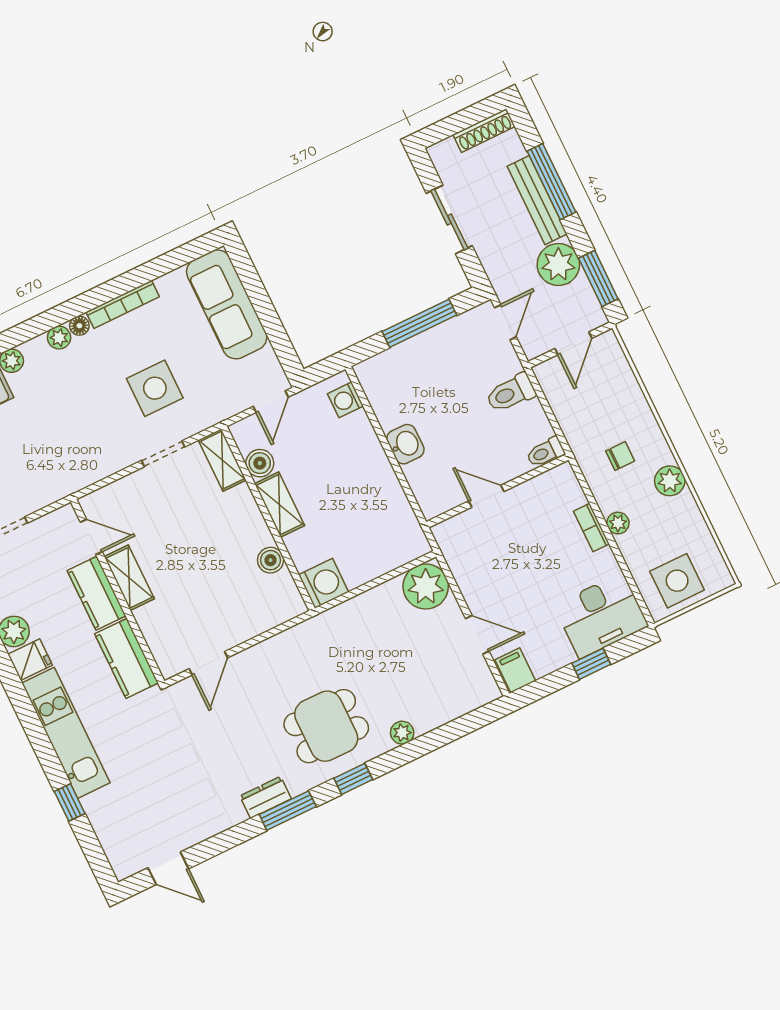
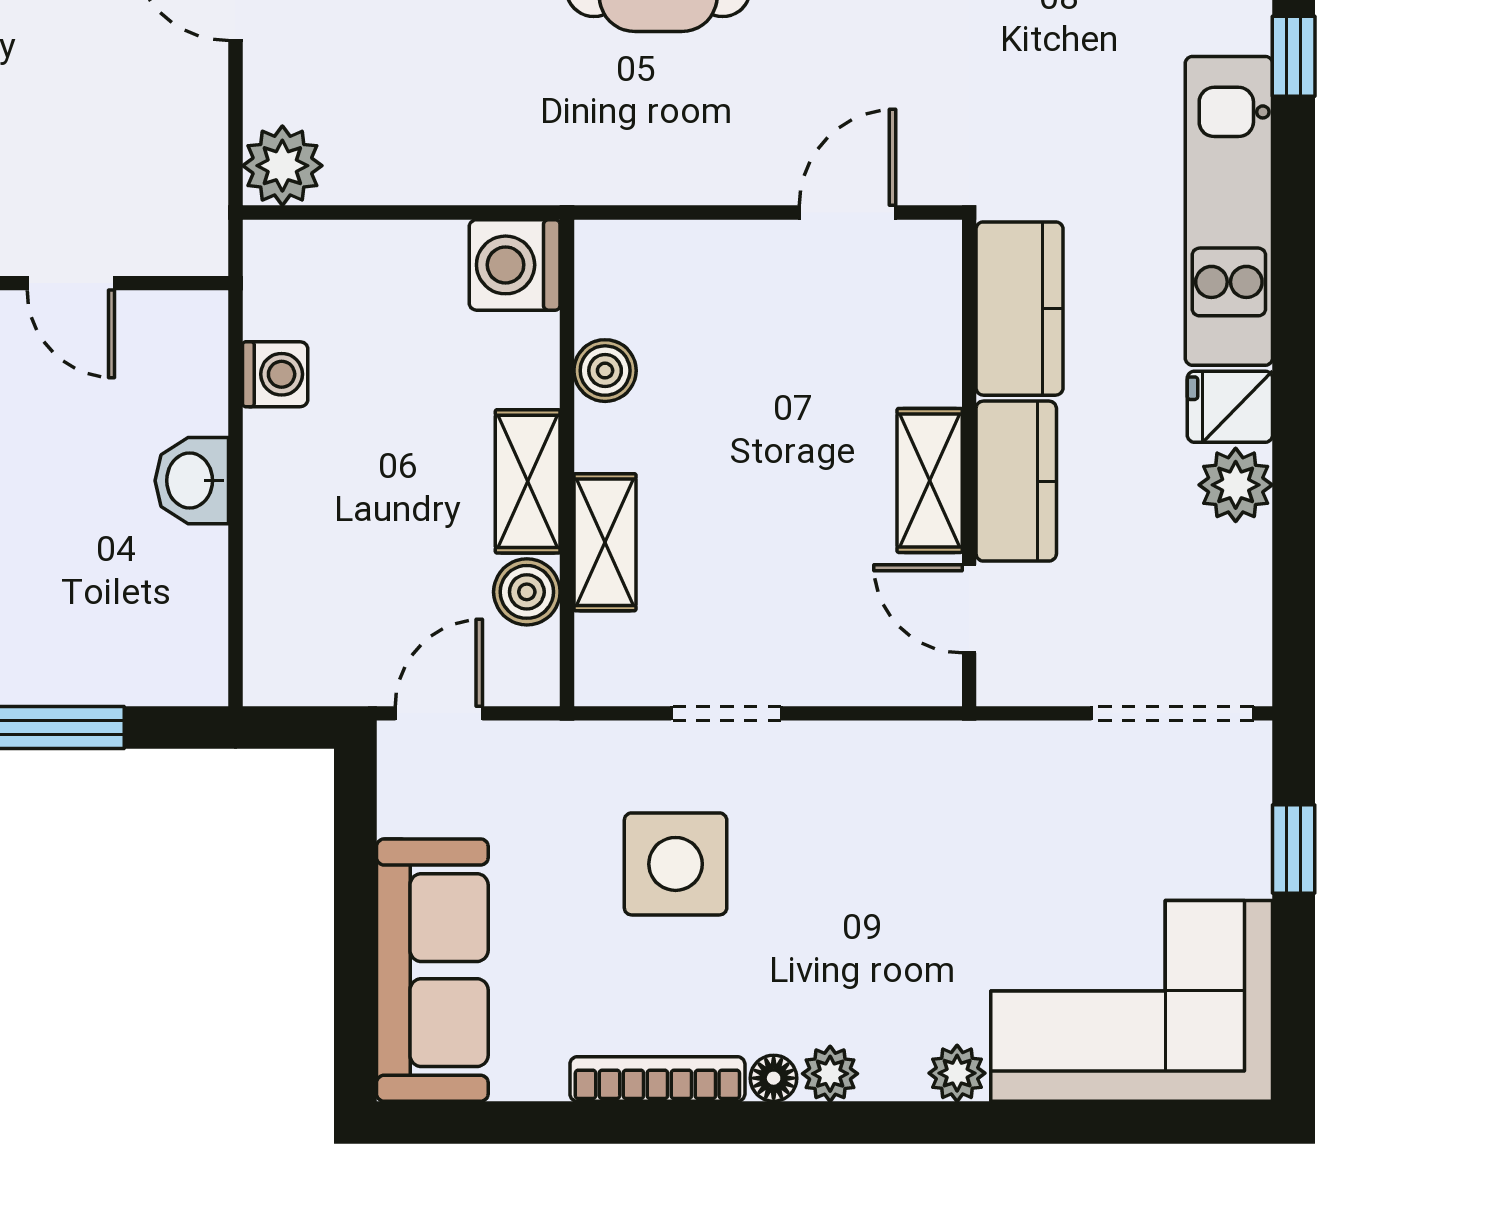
washing machine: (345, 400) -> (275, 374), moved
shelving: (222, 460) -> (605, 542), moved
plant: (426, 586) -> (282, 166), width x0.73, depth x0.73

